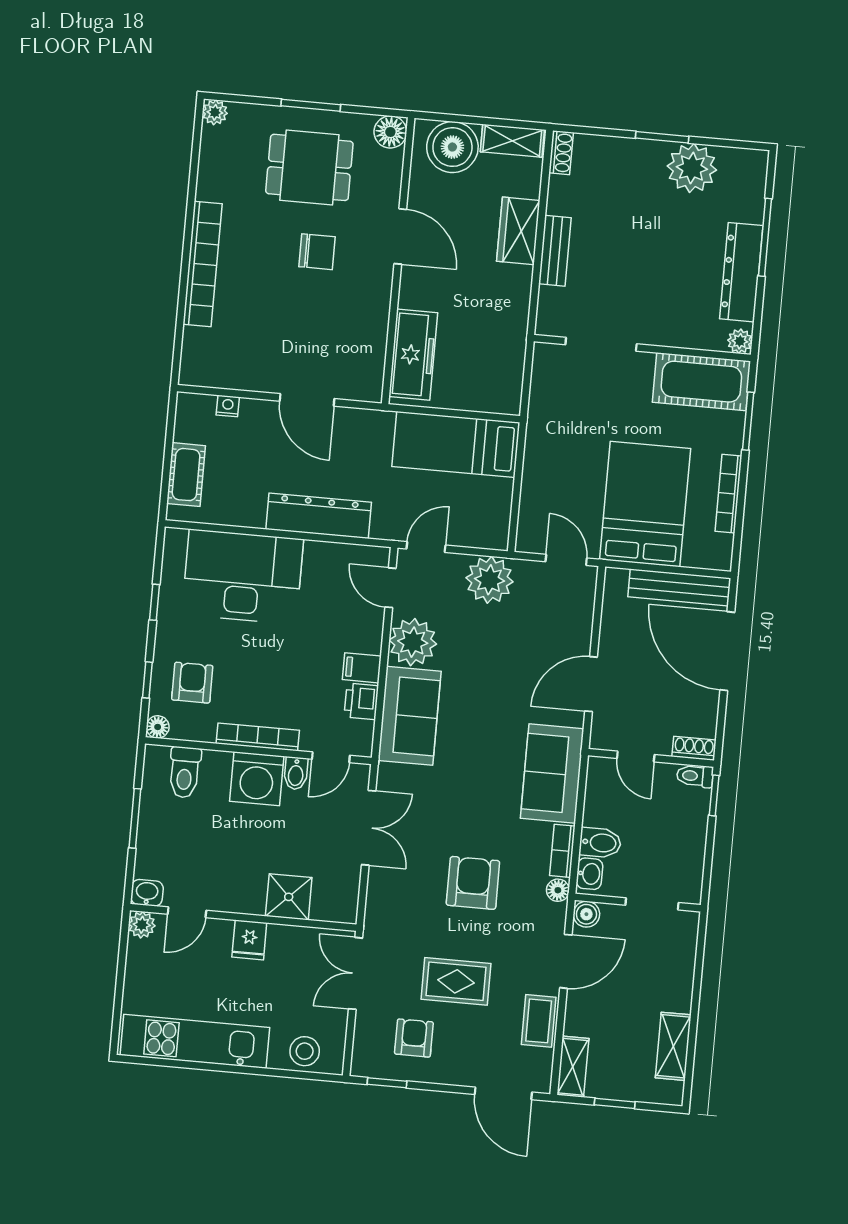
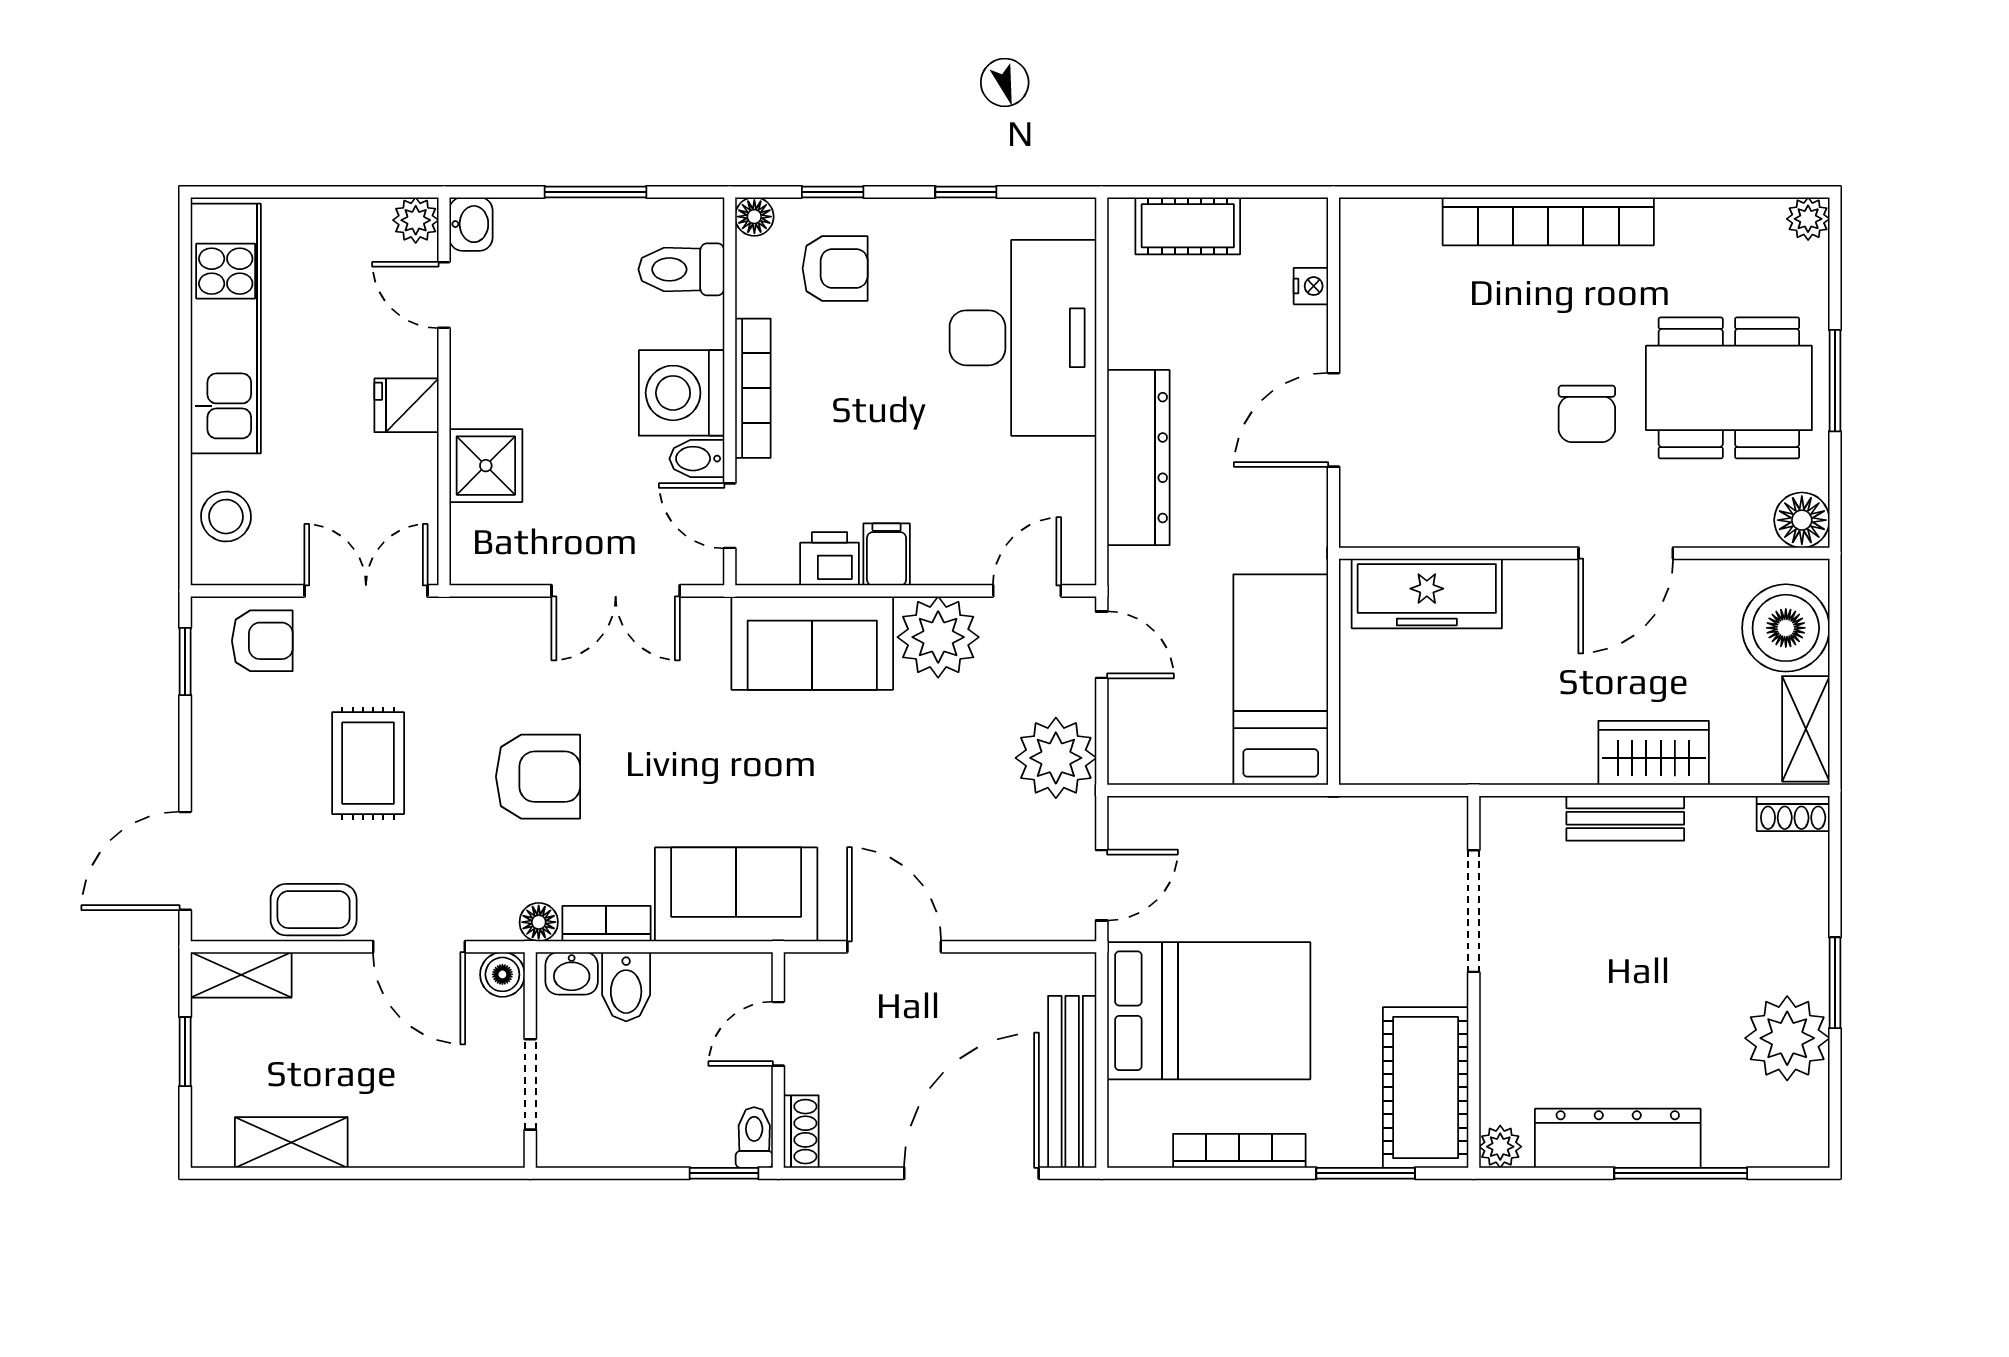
dining table: (309, 167) -> (1729, 388), width x1.37
armchair: (414, 1038) -> (262, 641), moved

